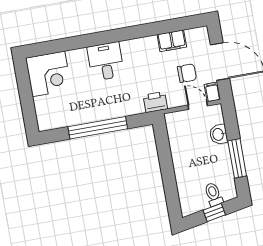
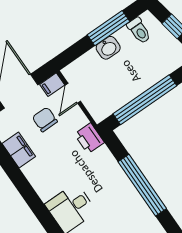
washbasin: (219, 134) -> (108, 48), moved
window: (166, 161) -> (145, 100), added
toilet: (213, 194) -> (139, 31), moved, turned -79

